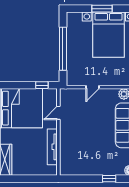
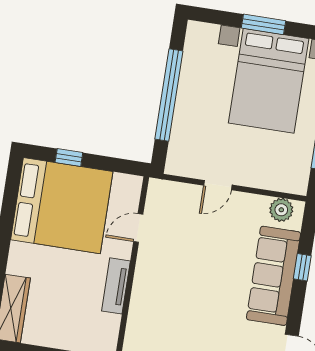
window: (42, 85) -> (69, 158), moved
tv unit: (52, 147) -> (116, 286), width x0.71

